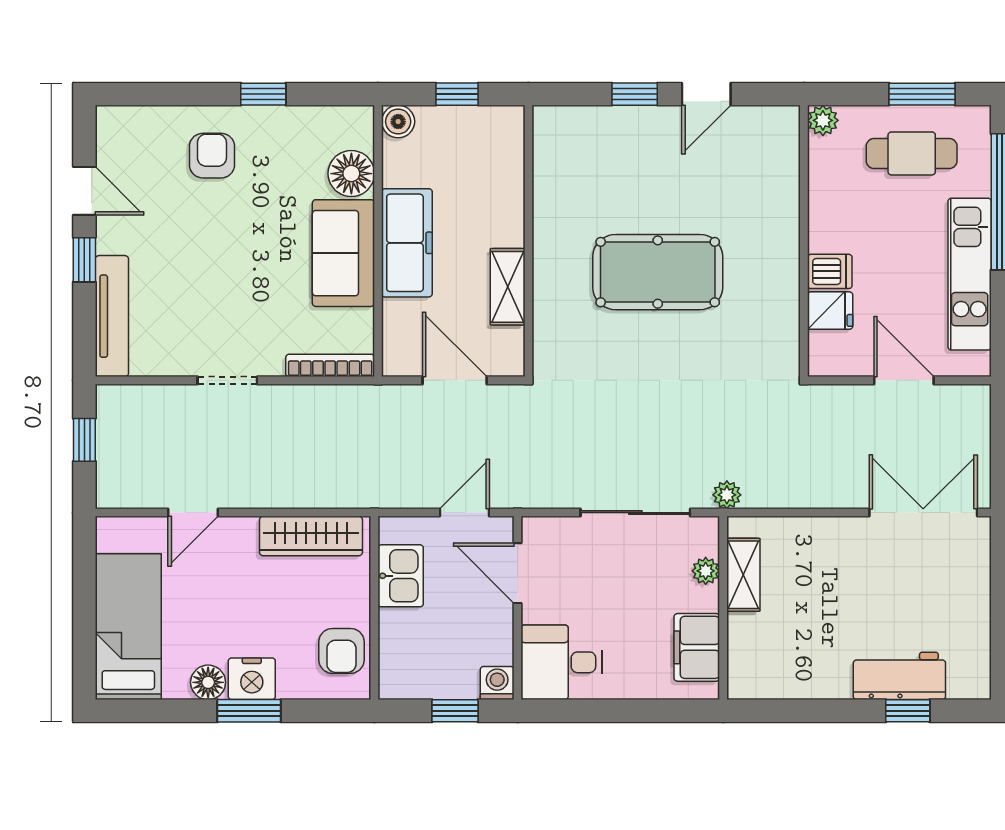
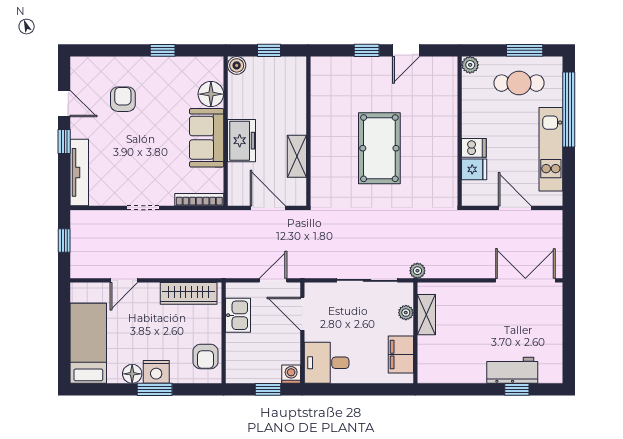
armchair: (212, 156) -> (123, 99), moved
freezer: (407, 243) -> (242, 141), width x0.71
pool table: (658, 272) -> (379, 148), turned 90

